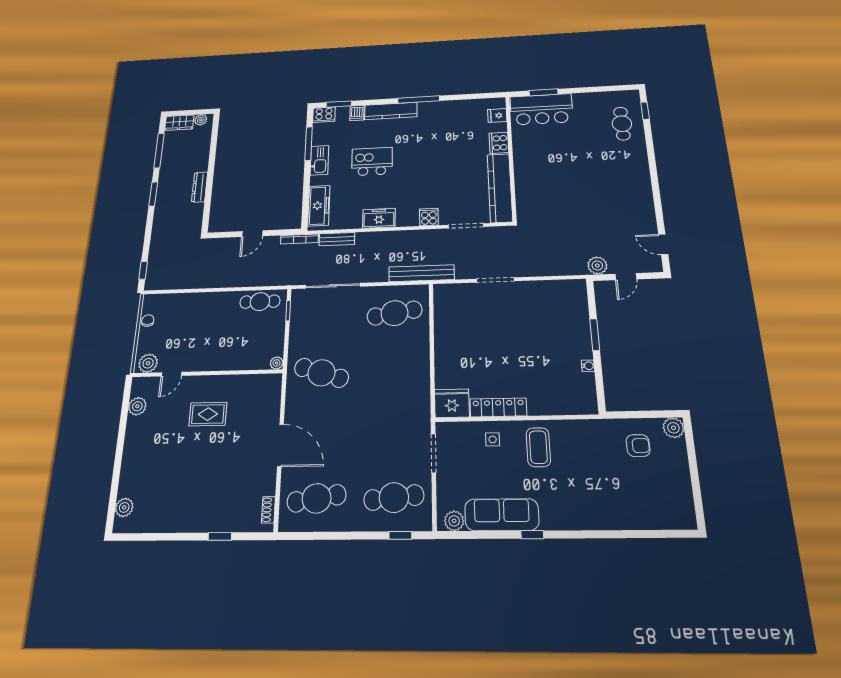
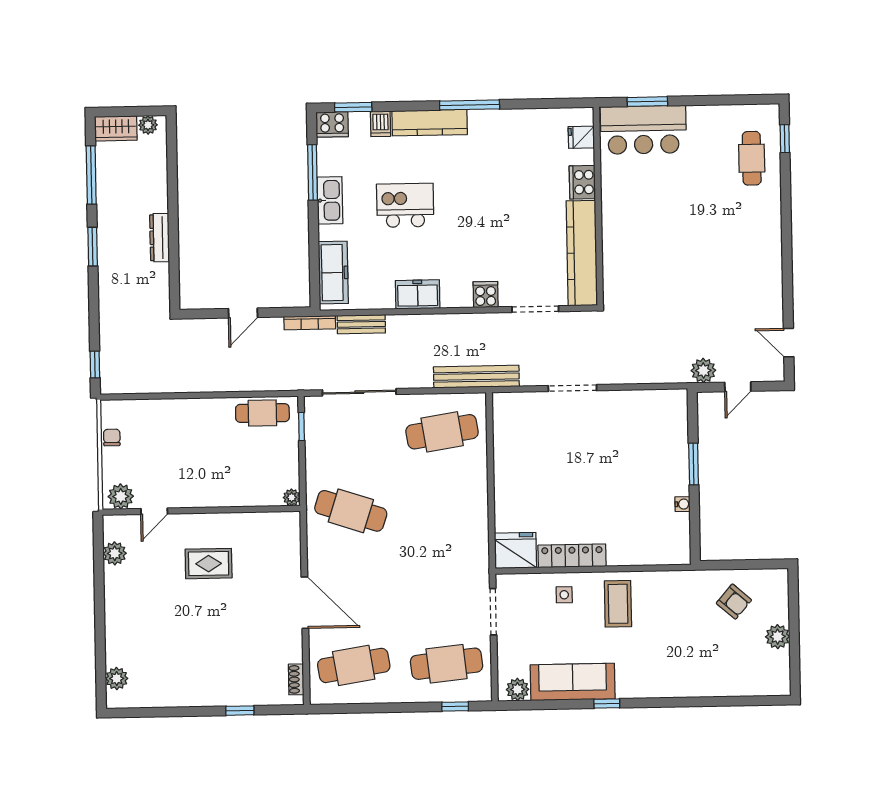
plant: (673, 428) -> (778, 637), moved
armchair: (638, 446) -> (734, 602), turned 41

